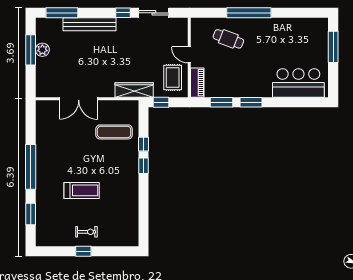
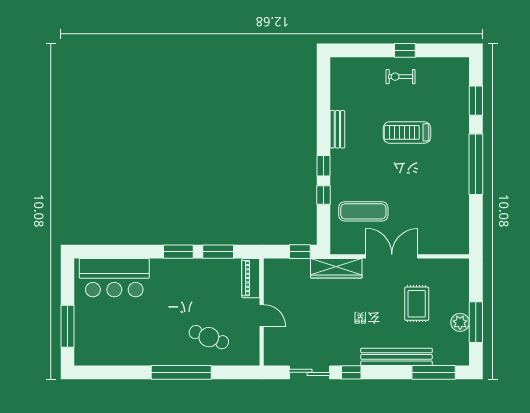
rug: (173, 78) -> (417, 304), moved
double door: (79, 99) -> (392, 256), moved
bench: (133, 193) -> (337, 129), added

